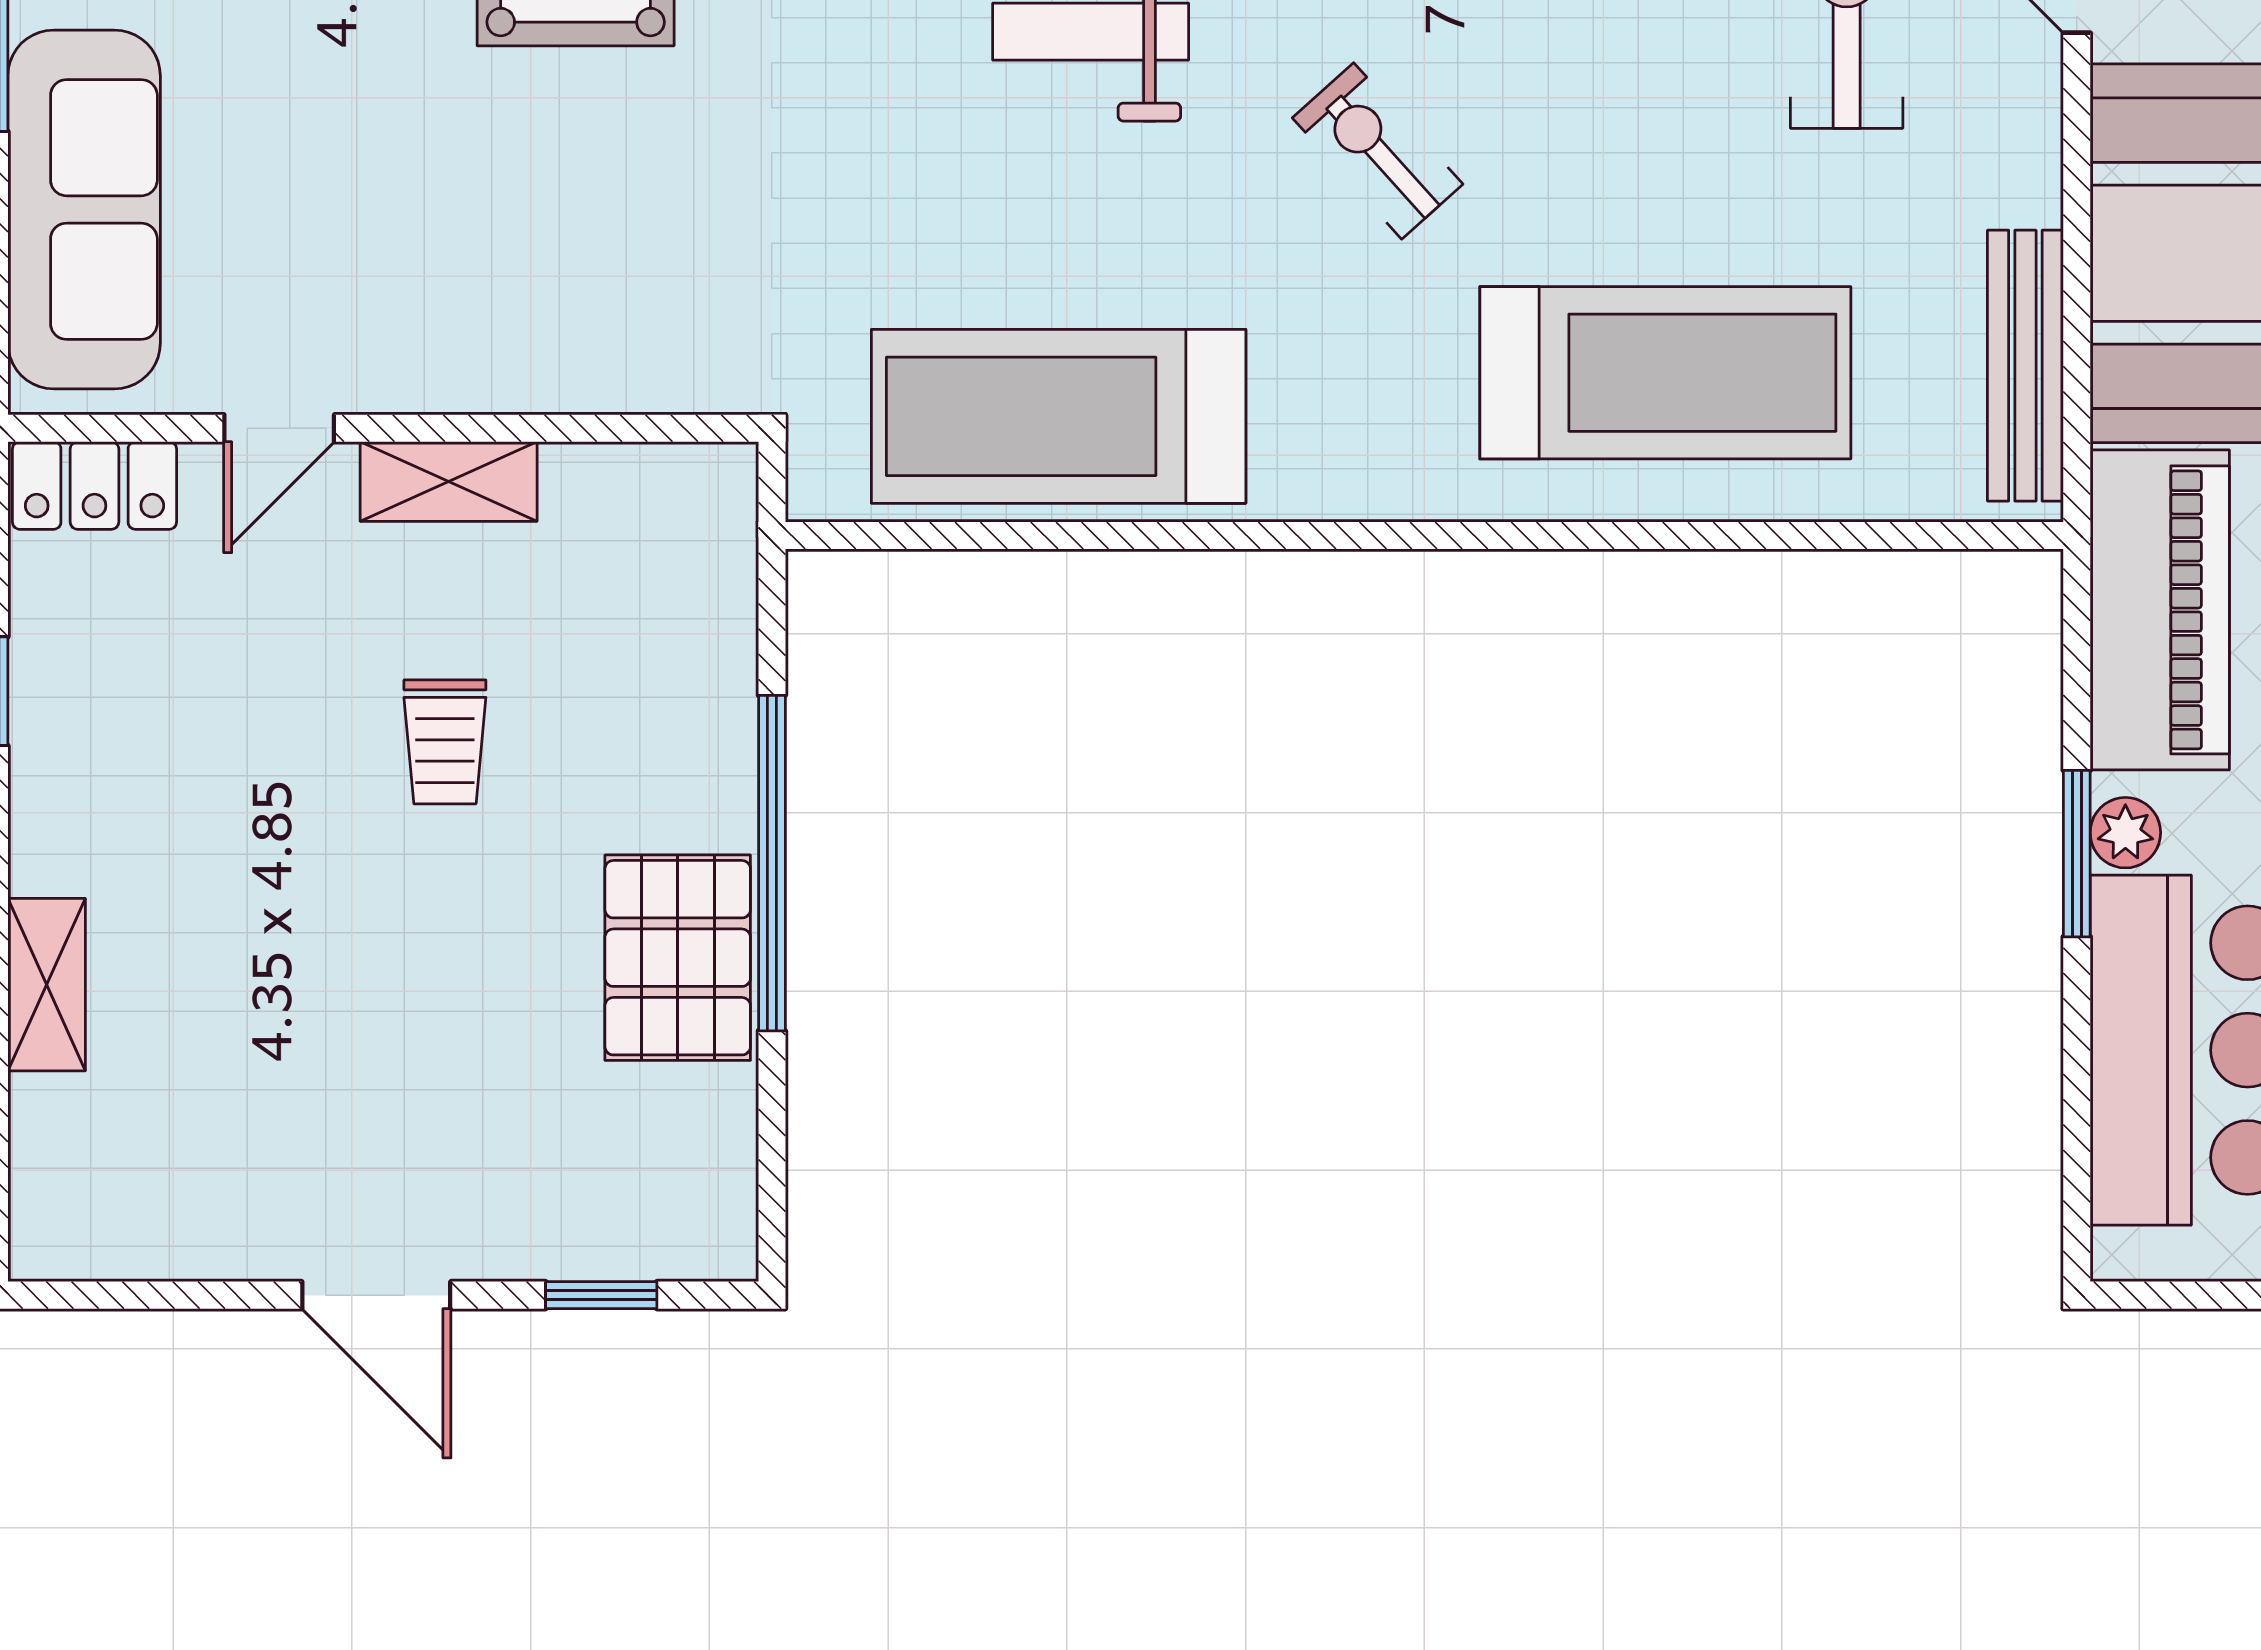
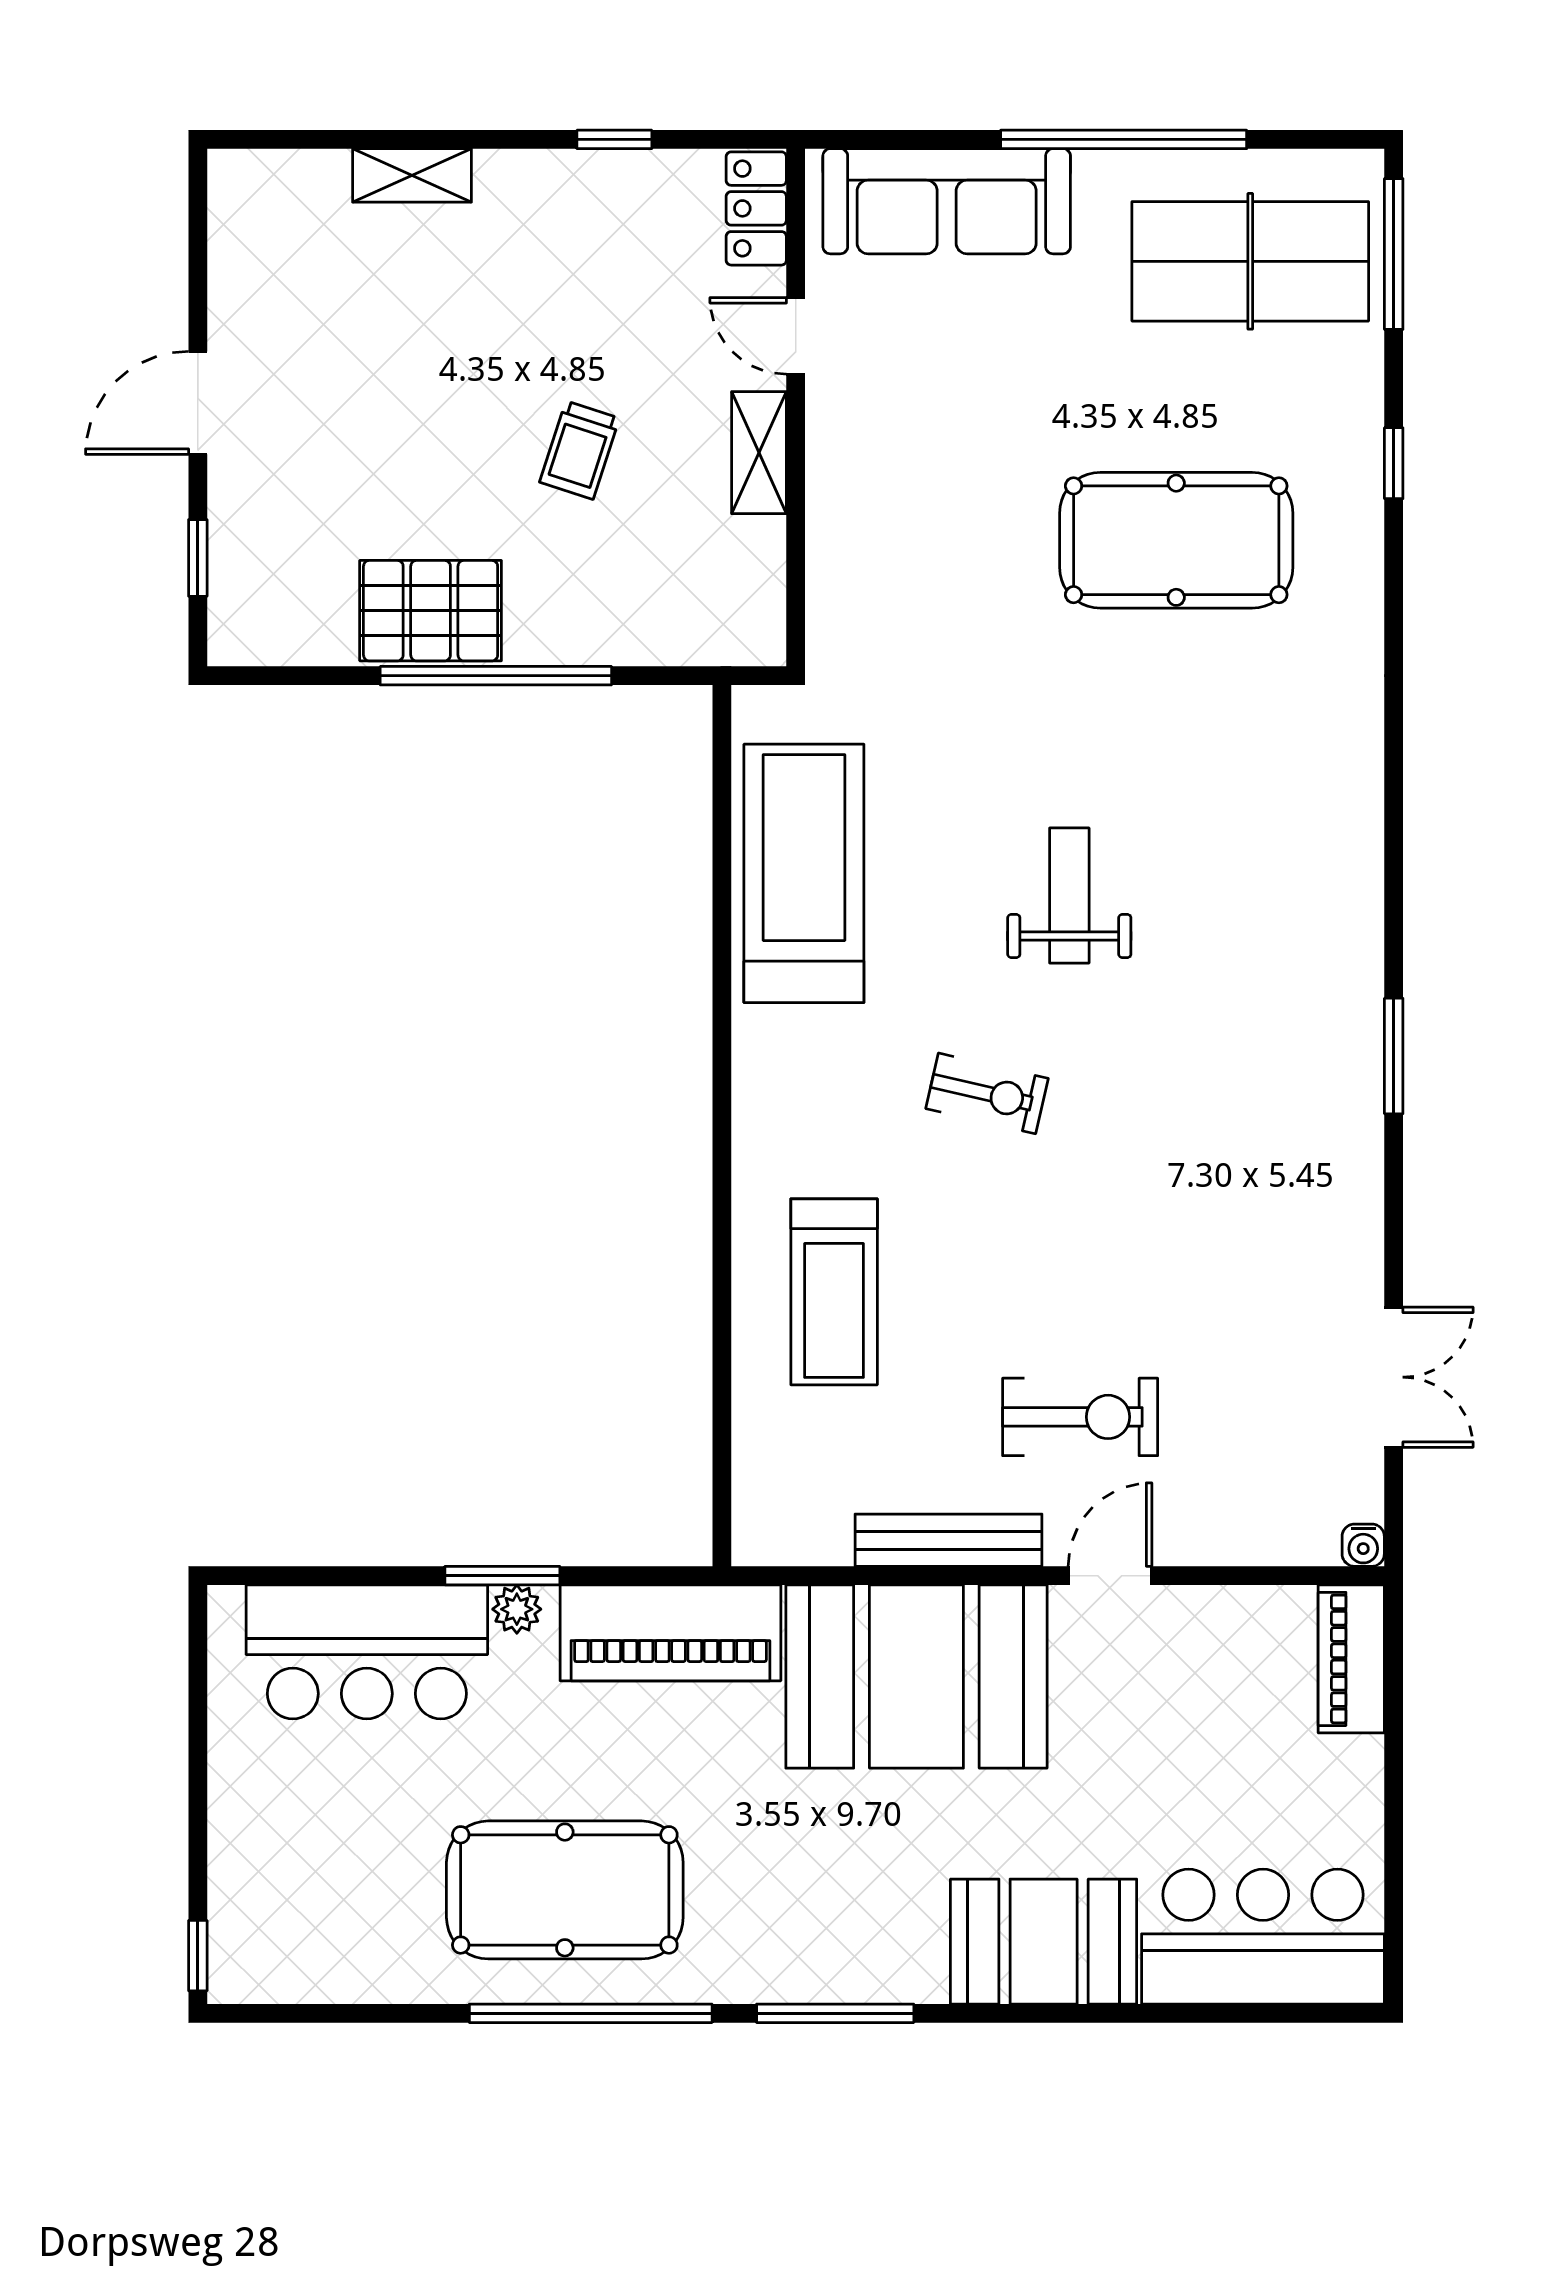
exercise bike: (1378, 151) -> (987, 1093), turned 55
bench: (2025, 366) -> (948, 1540), moved
treadmill: (1665, 373) -> (834, 1292), width x0.73, depth x0.73
trolley: (445, 742) -> (579, 450), turned -72

